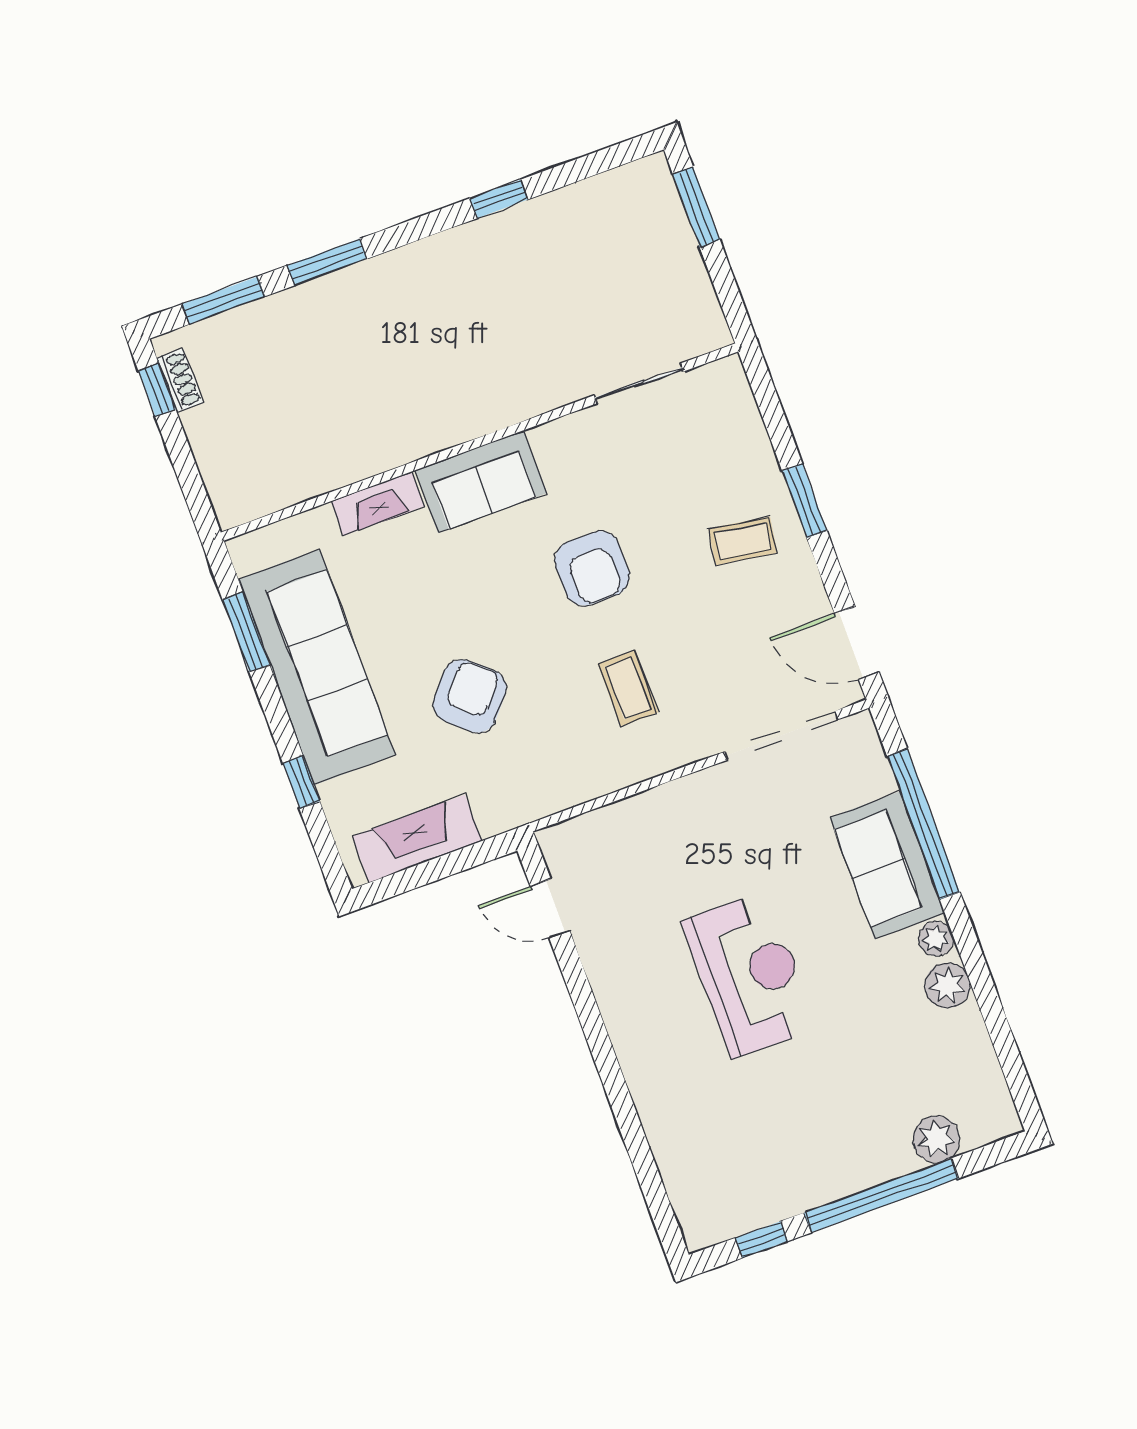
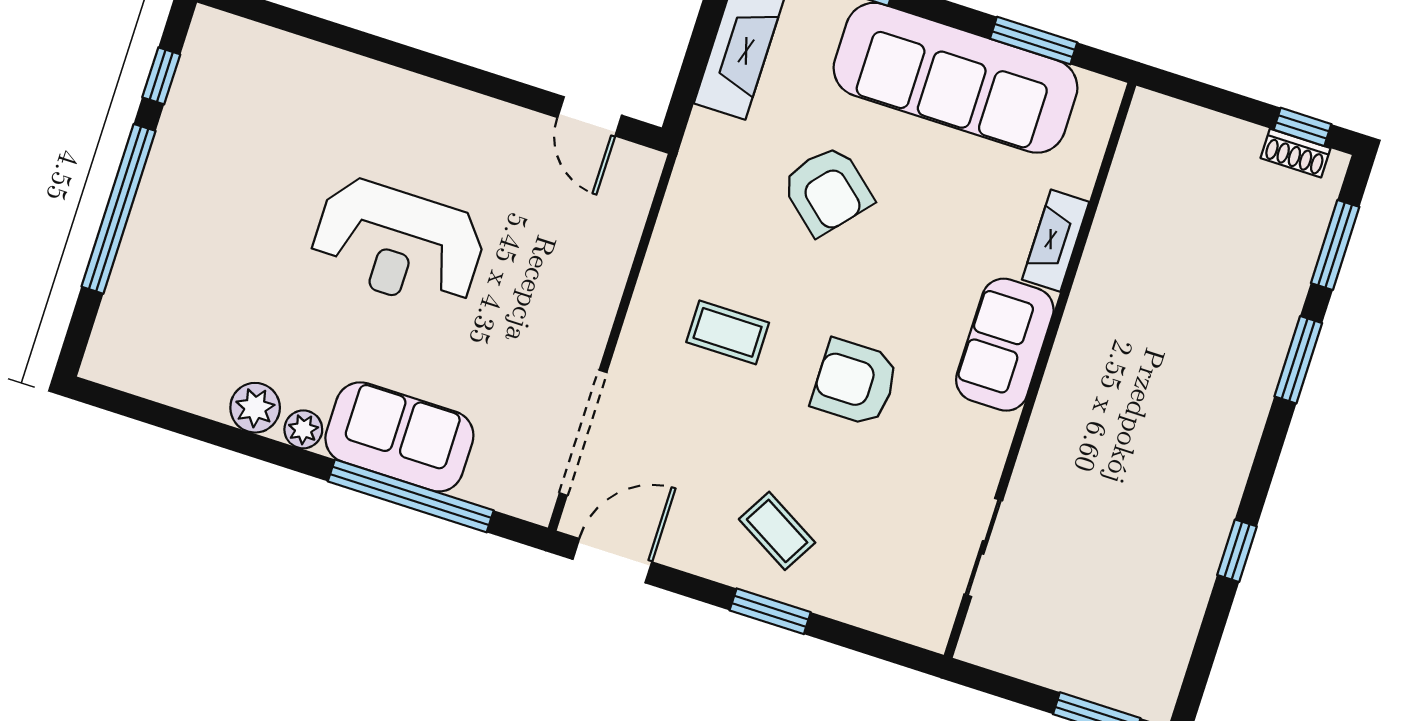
coffee table: (743, 541) -> (777, 531), turned -69
door: (550, 909) -> (590, 116), swing flipped
plant: (936, 1139) -> (130, 294), removed

